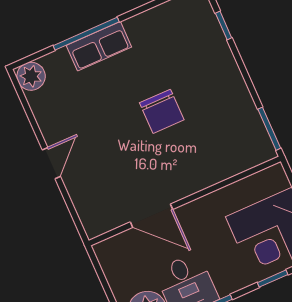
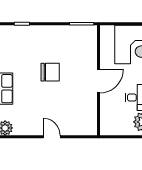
door: (151, 216) -> (99, 81), moved

